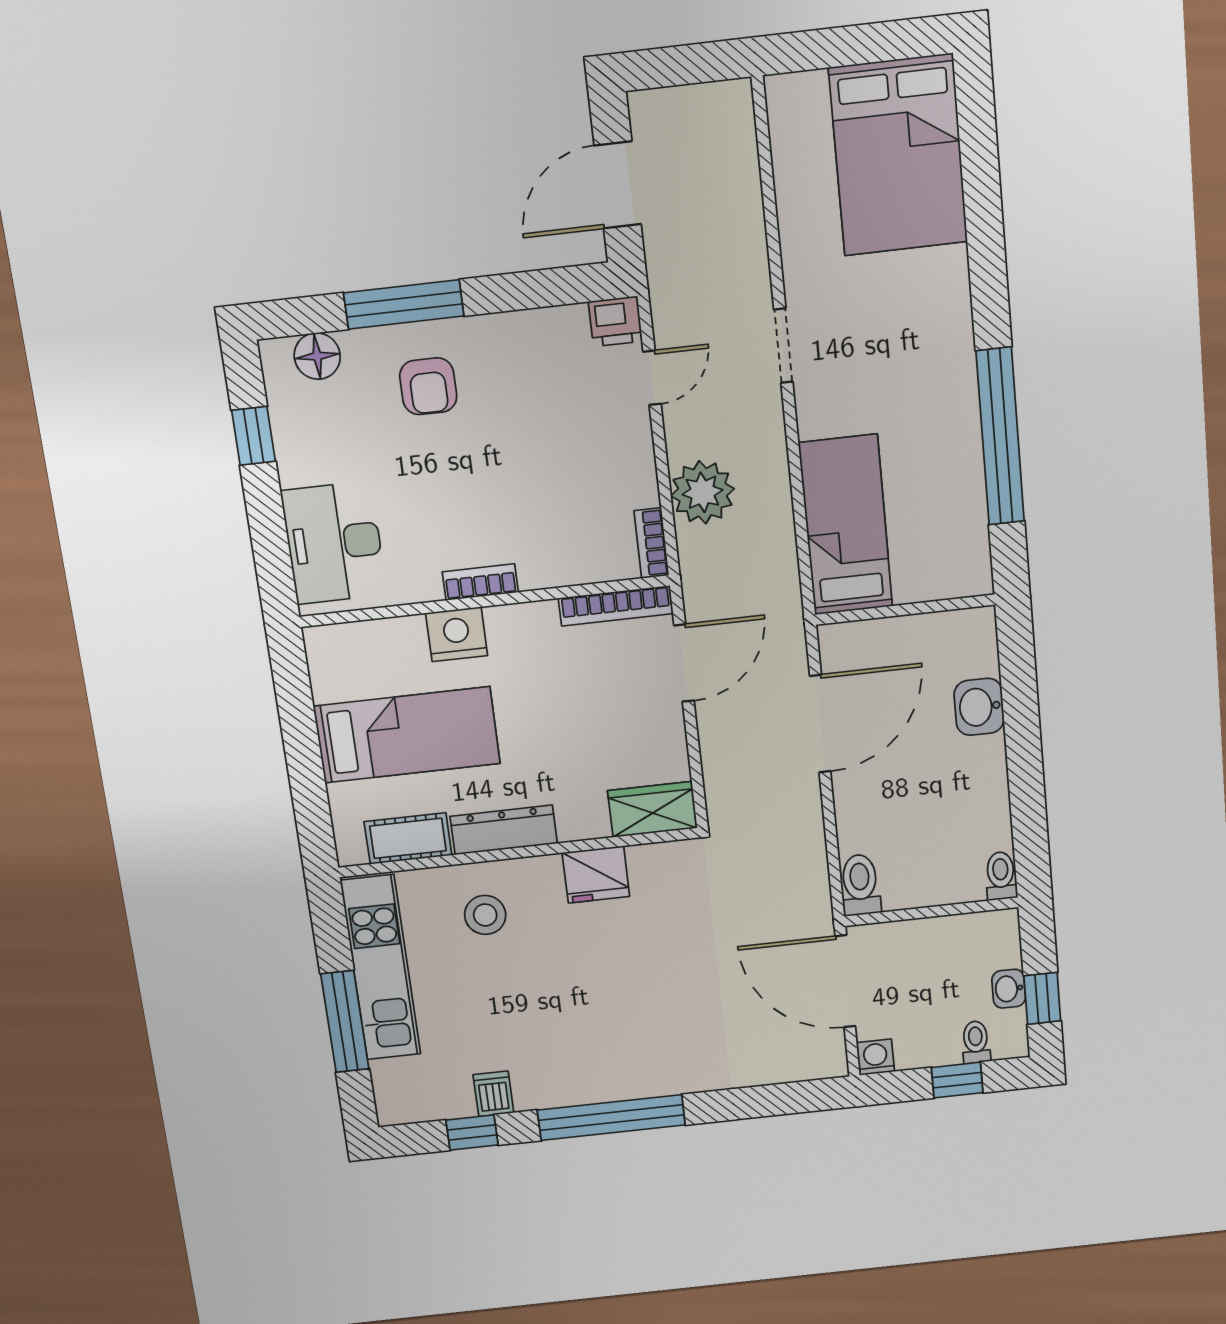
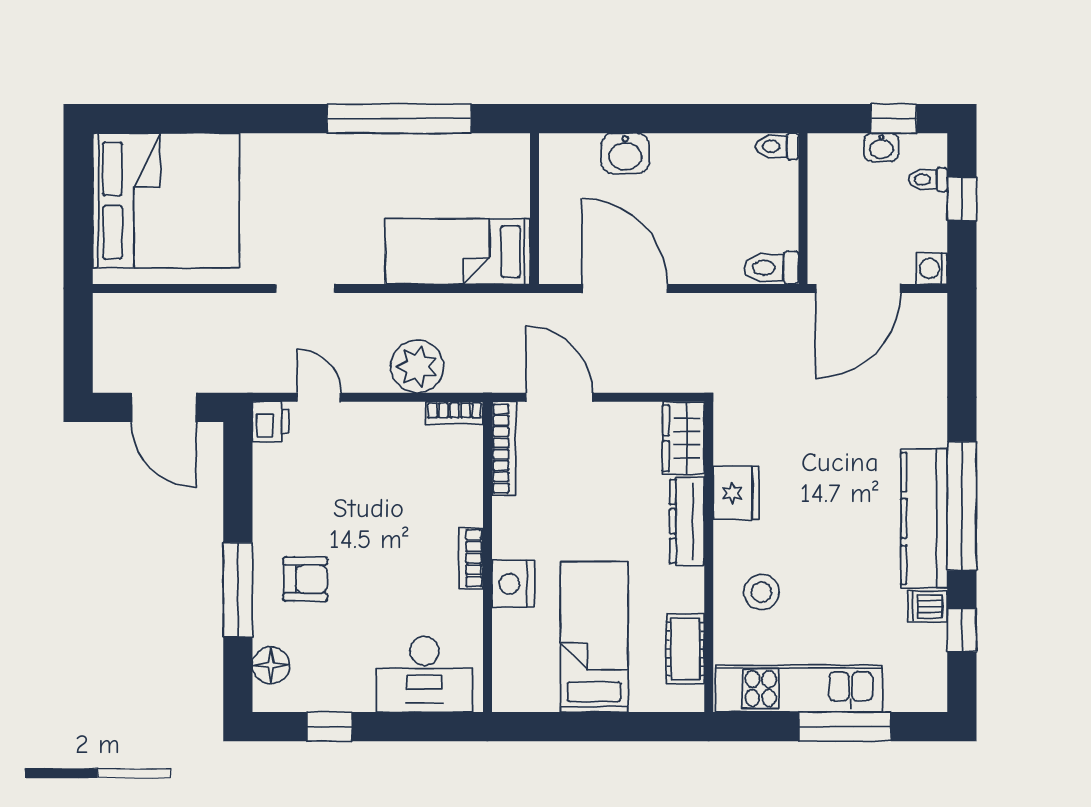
bed: (898, 155) -> (166, 201), width x1.36
dresser: (504, 830) -> (687, 521), moved
kitchen counter: (592, 1080) -> (924, 518), added

